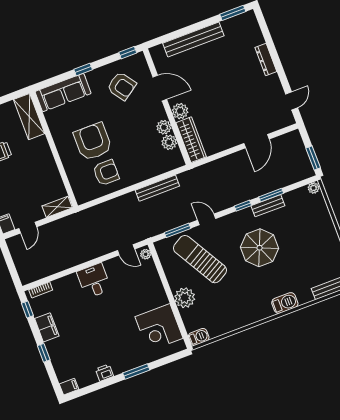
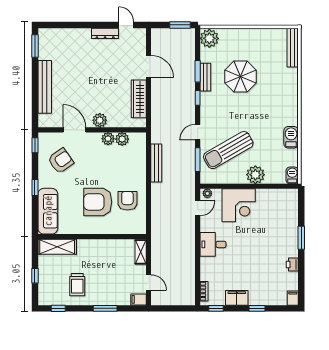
dresser: (266, 59) -> (105, 33), moved
door: (160, 88) -> (74, 130), hinge flipped
wardrobe: (191, 140) -> (139, 99), moved, turned -90
plant: (314, 188) -> (209, 38), width x1.88, depth x1.88
parasol: (260, 248) -> (240, 77), moved
barbecue: (285, 303) -> (291, 137), moved
corner desk: (159, 327) -> (239, 205), moved

